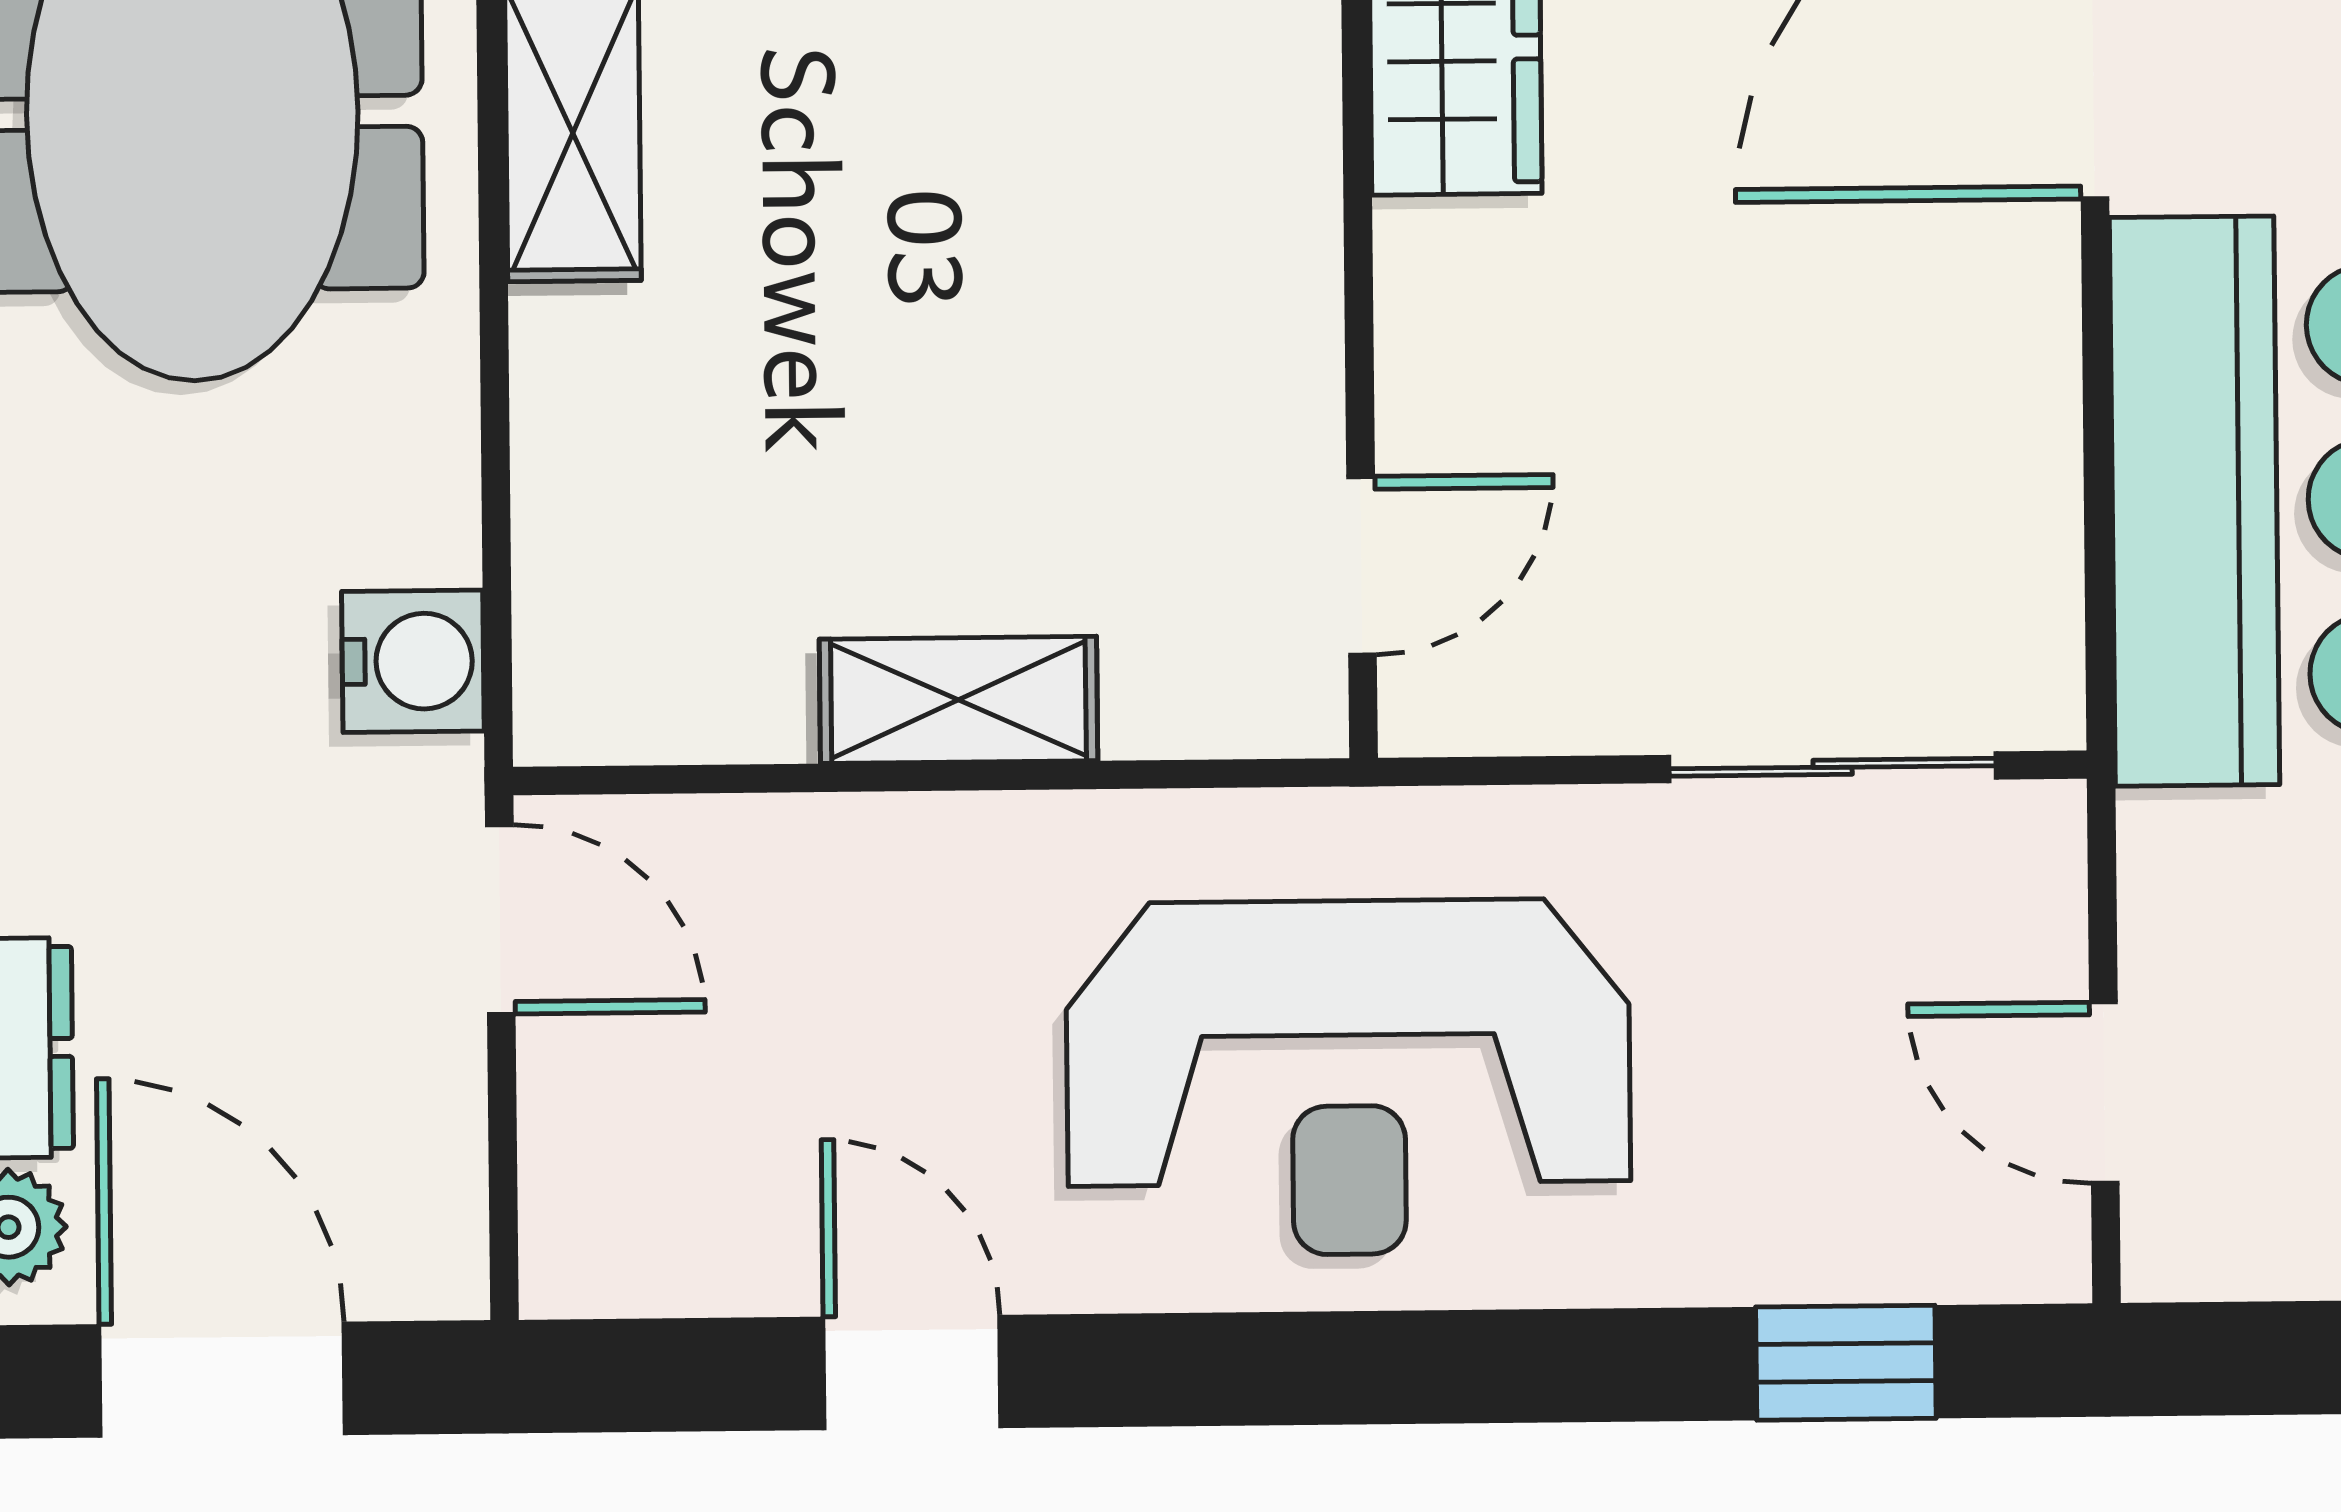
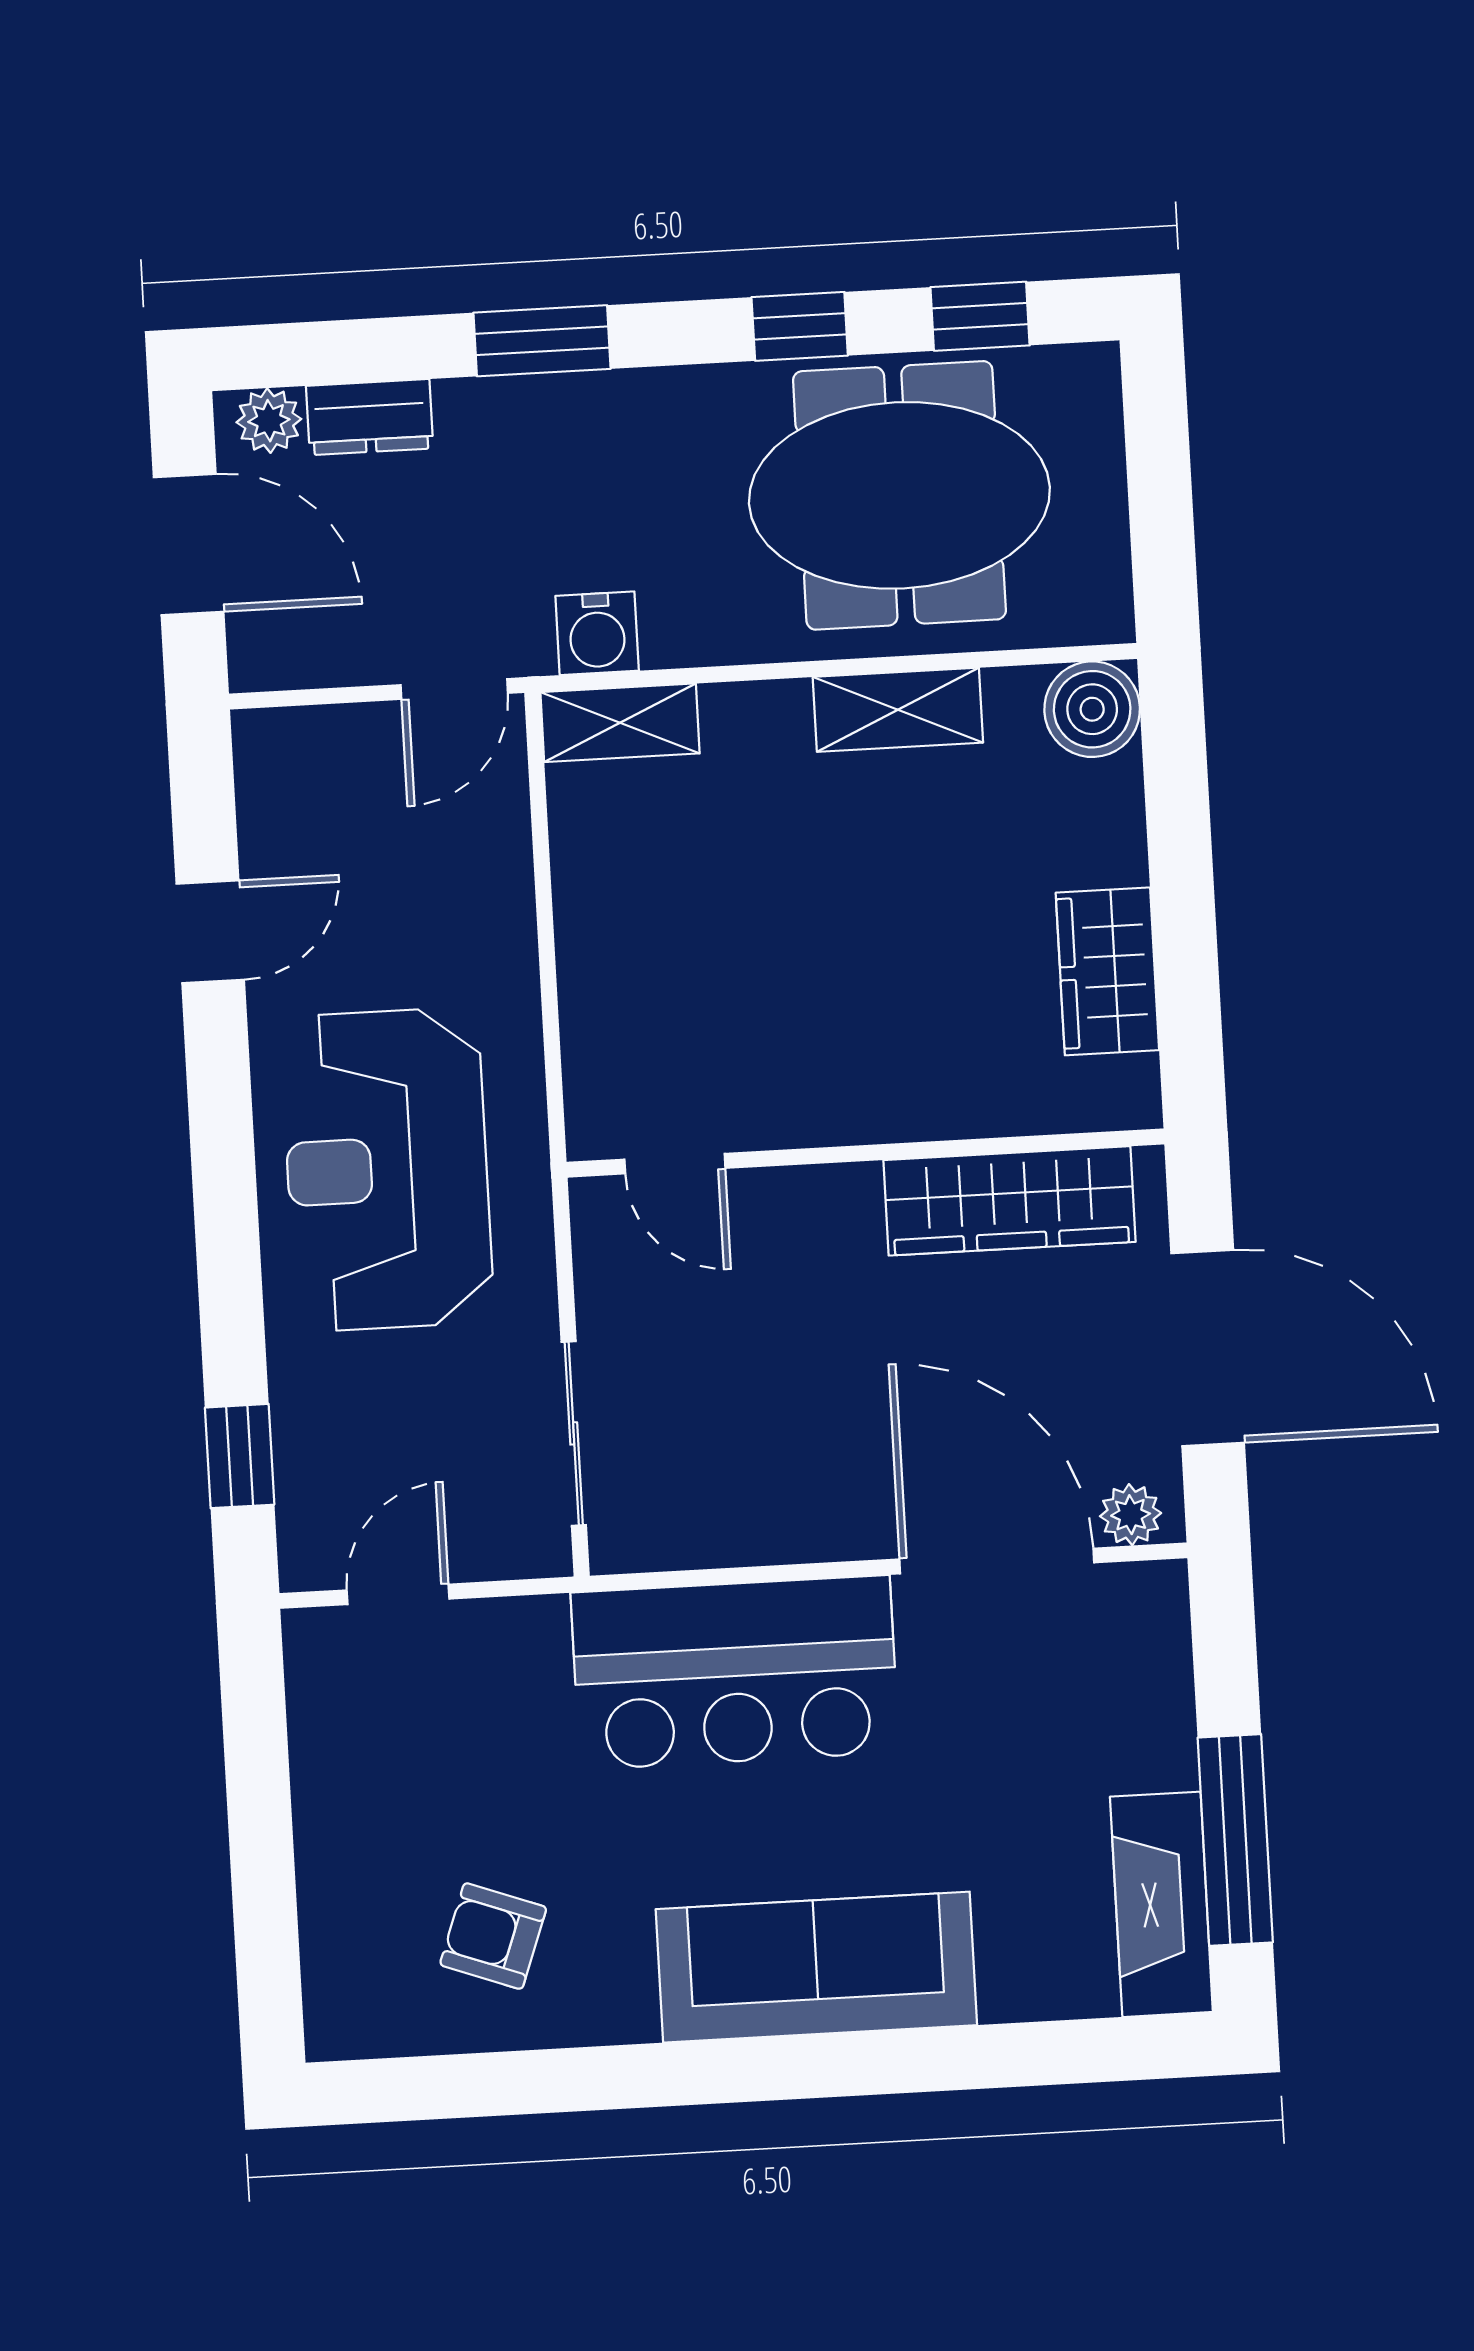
shelving: (958, 700) -> (620, 723), moved, turned 90
door: (222, 1380) -> (189, 544), hinge flipped

